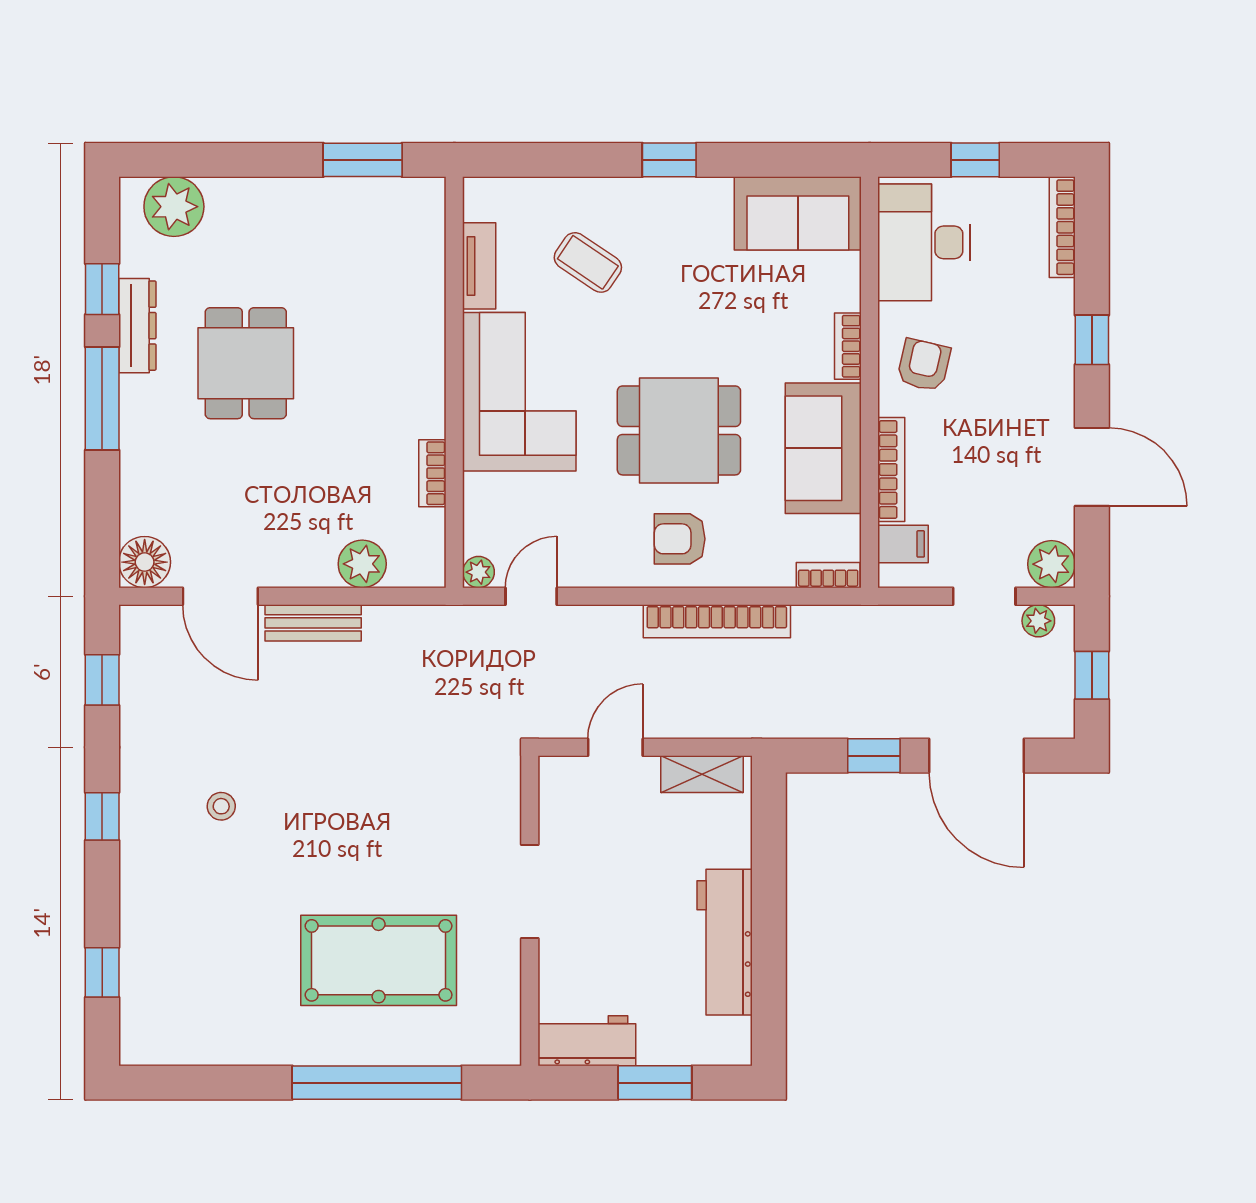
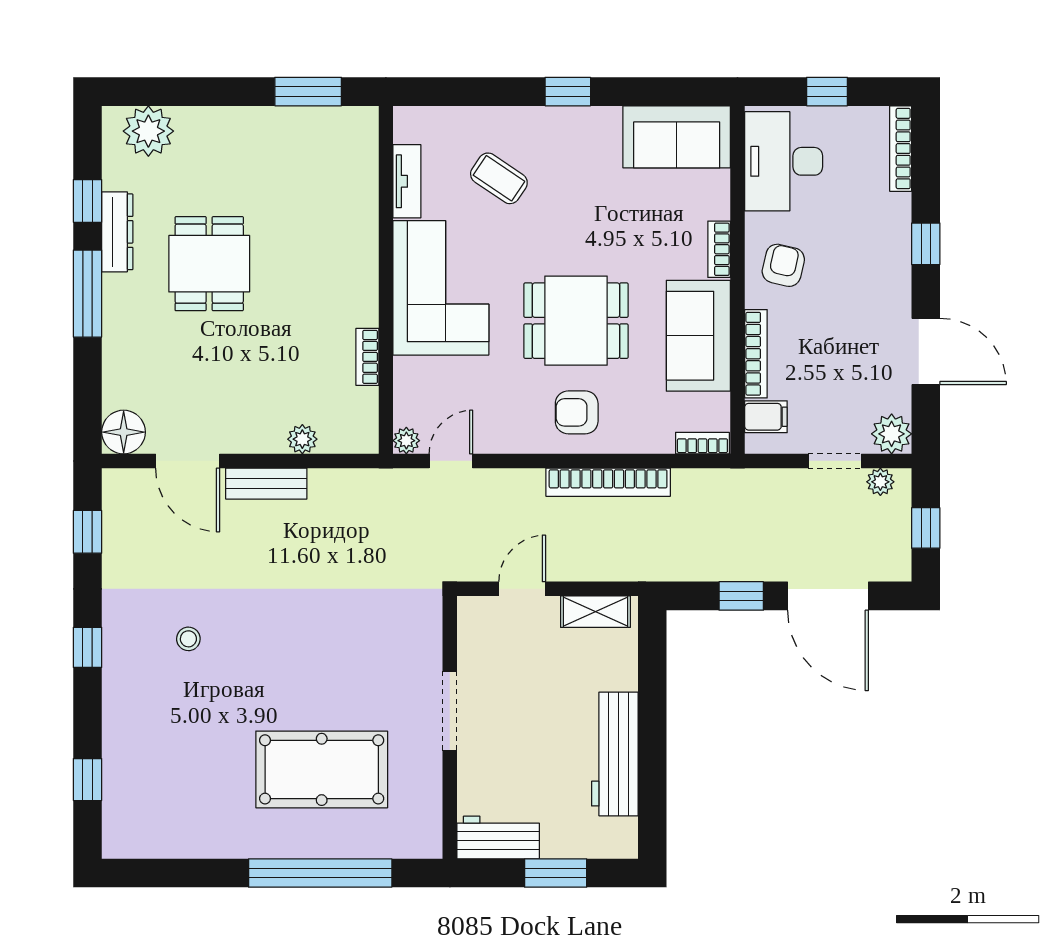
plant: (362, 564) -> (302, 439), width x0.73, depth x0.73

